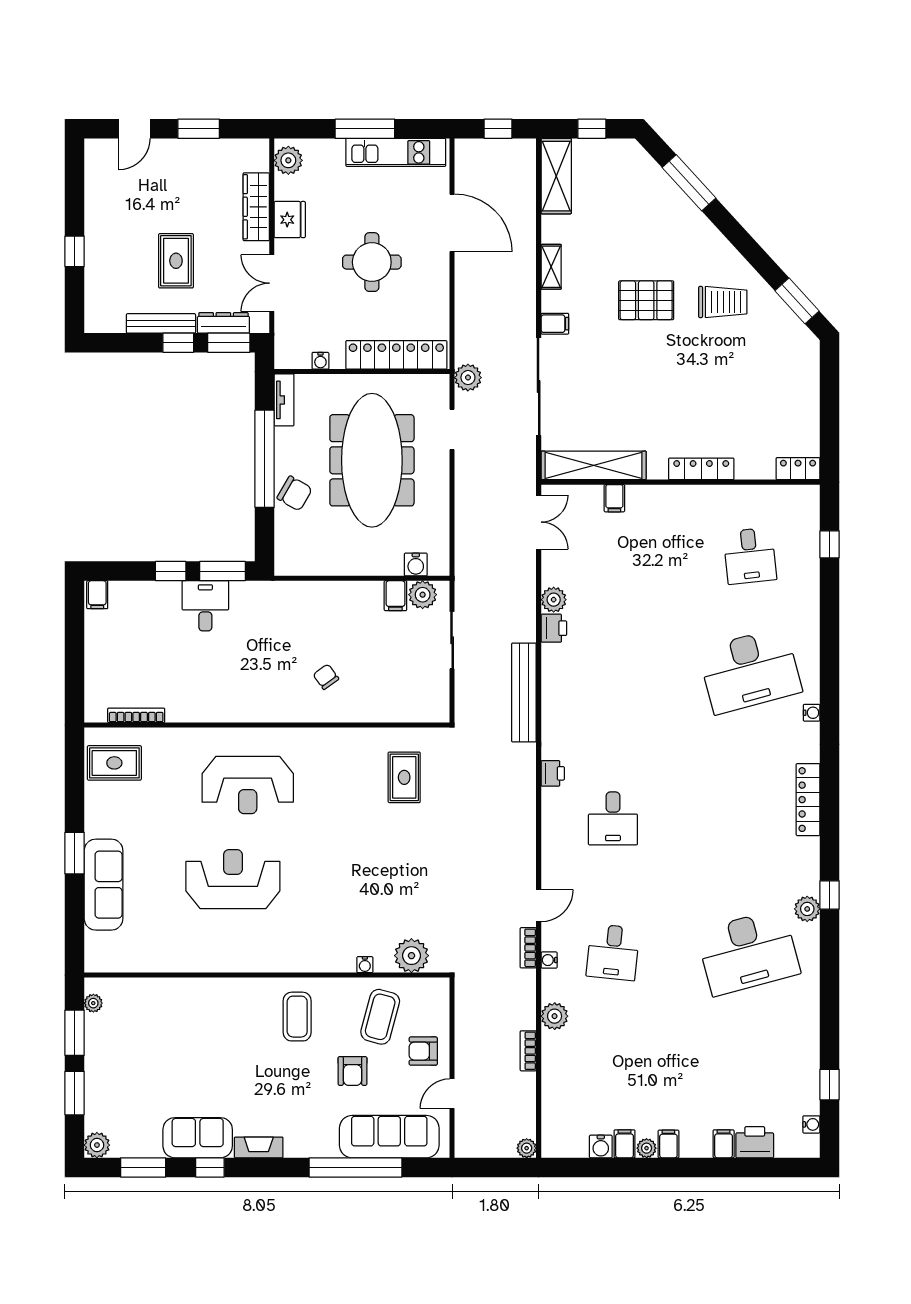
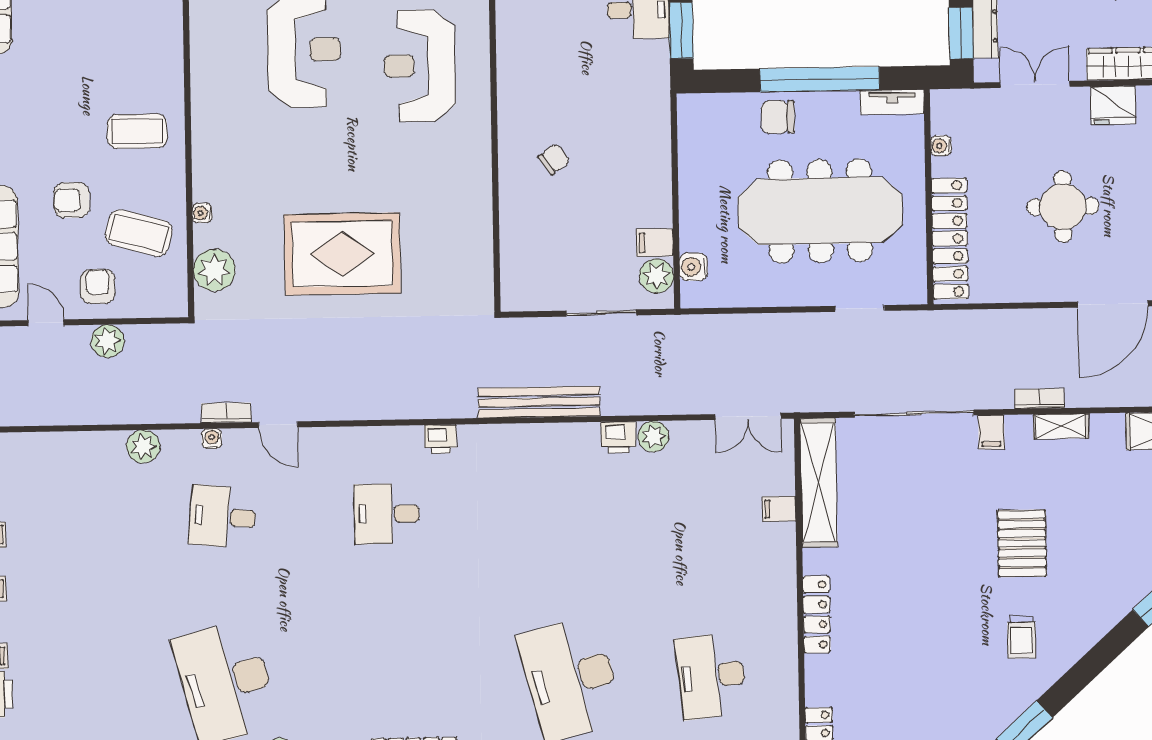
trolley: (723, 302) -> (1022, 637), width x0.73, depth x0.72
plant: (468, 378) -> (108, 341), moved
chair: (295, 493) -> (778, 117), turned 60
desk: (750, 556) -> (711, 676), width x1.37
rug: (404, 777) -> (342, 254), moved, width x1.86, depth x2.06
bookcase: (528, 1051) -> (1039, 399), moved

